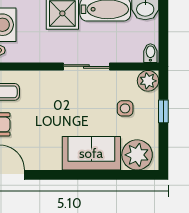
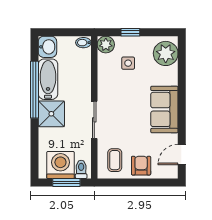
sliding door: (86, 66) -> (94, 120), moved
sofa: (91, 153) -> (164, 109), moved

